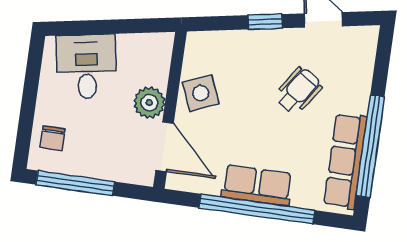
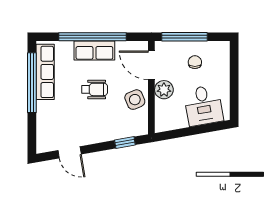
window: (265, 22) -> (125, 143), moved
wheelchair: (298, 91) -> (95, 89), moved, turned -124
chair: (53, 138) -> (195, 62), moved
window: (75, 183) -> (184, 37), moved

